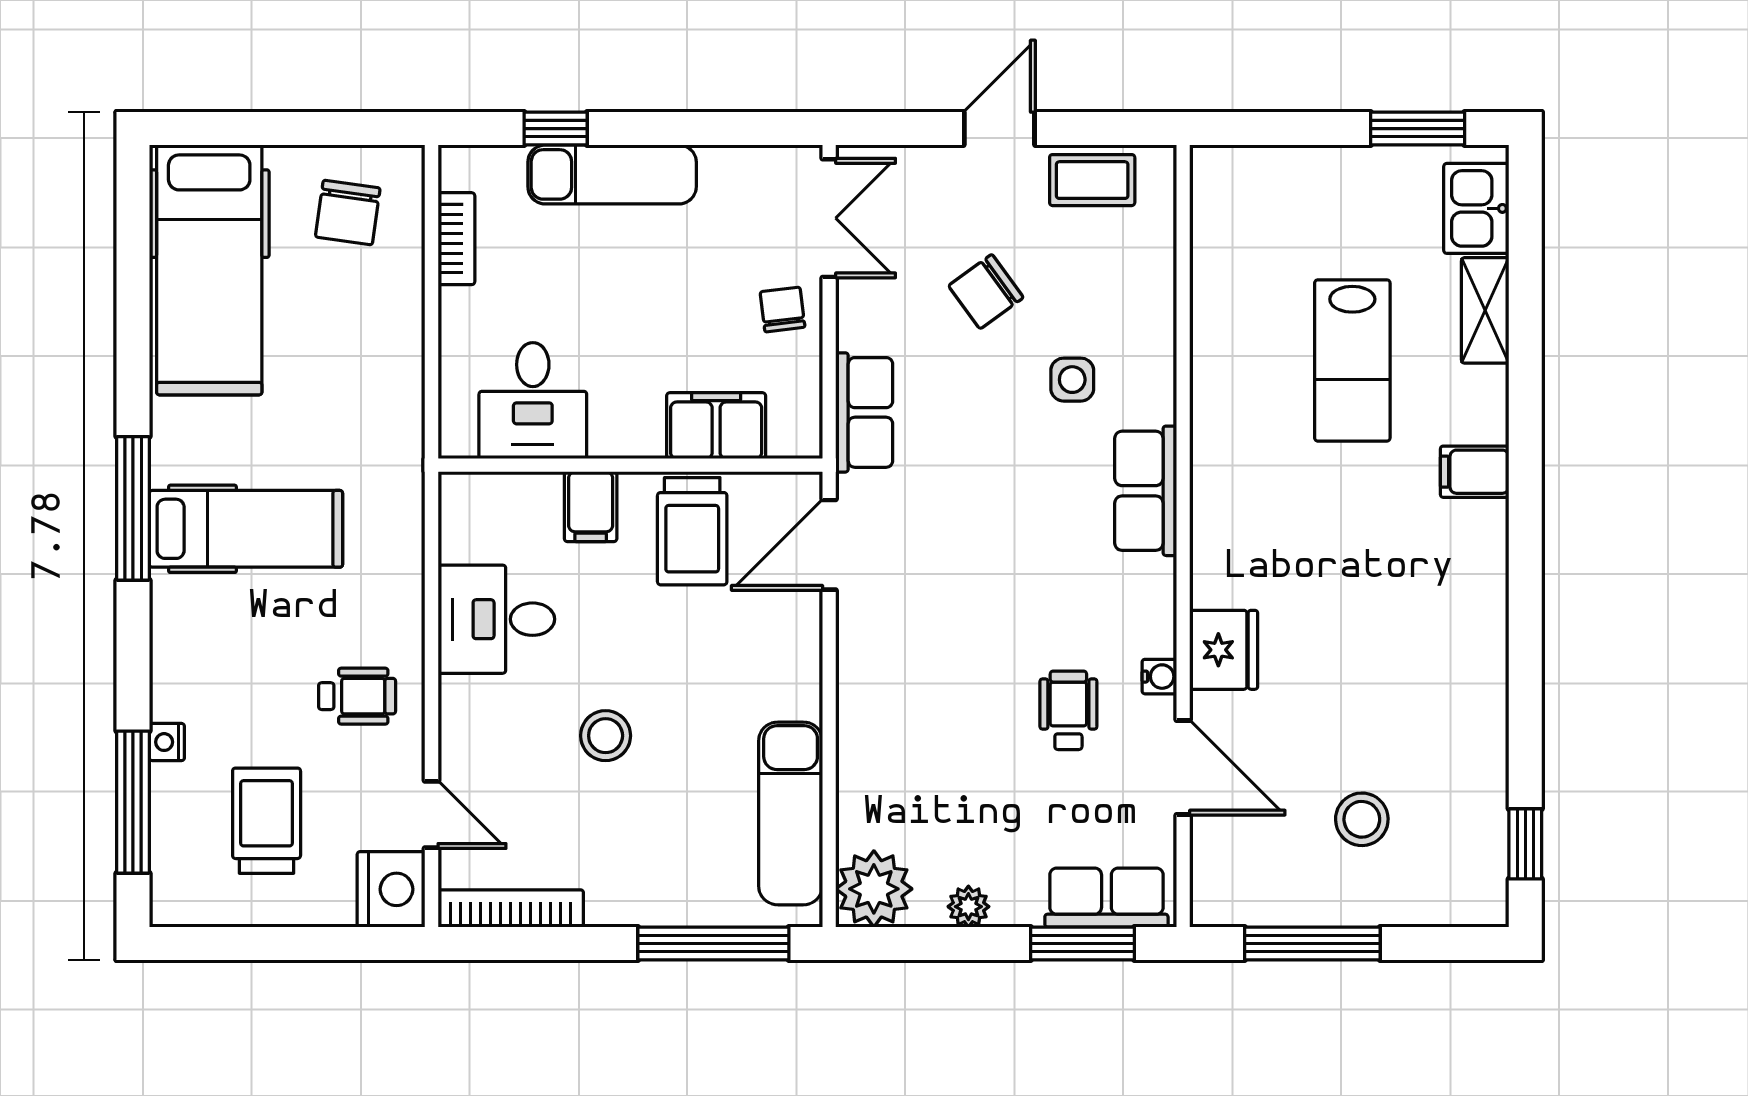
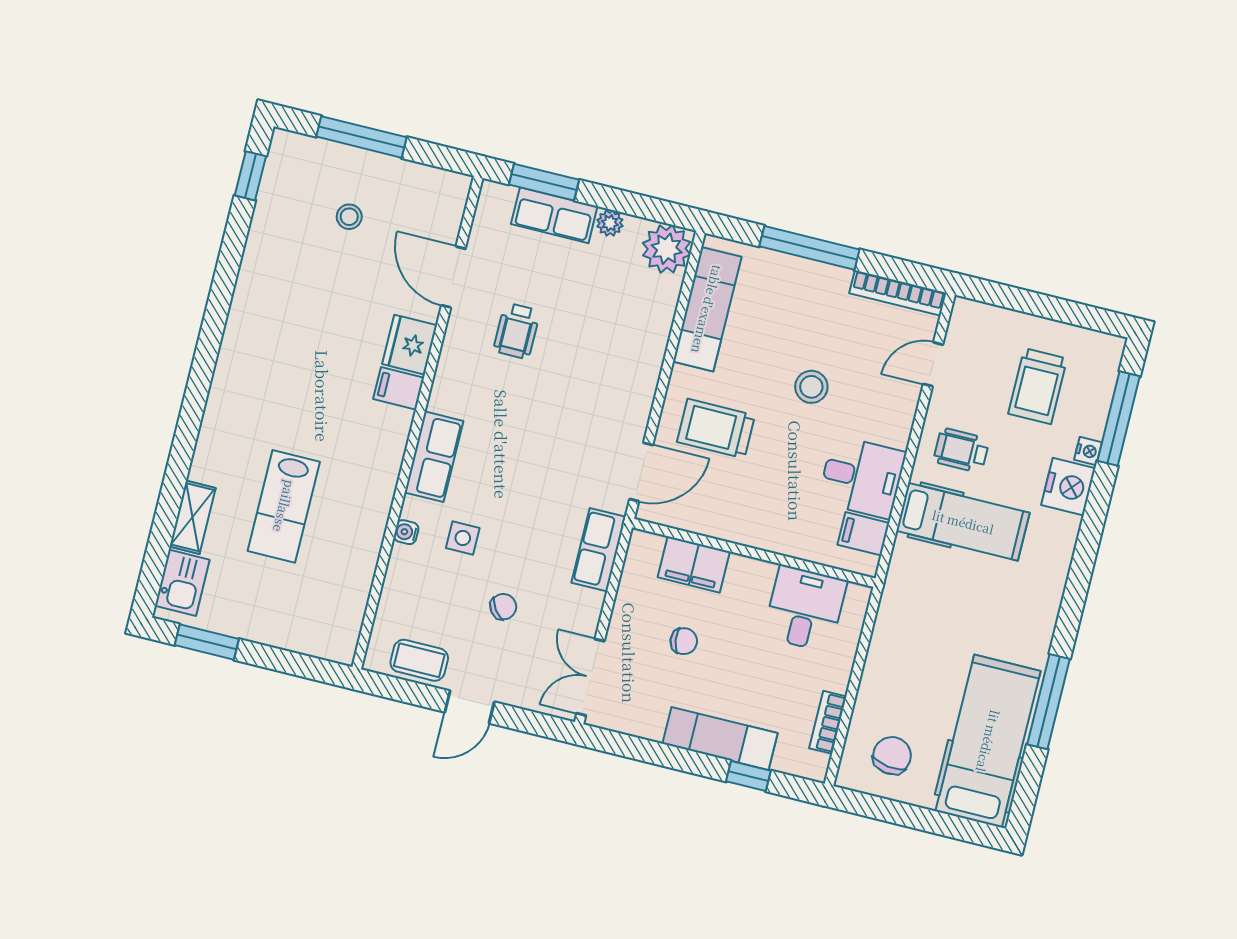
chair: (986, 292) -> (503, 607), width x0.73, depth x0.73
chair: (782, 309) -> (684, 641), moved, turned -91
lab bench: (1352, 360) -> (284, 506), turned 180
filing cabinet: (1475, 472) -> (399, 388), moved, turned 180
filing cabinet: (591, 507) -> (863, 534), moved, turned -90
window: (133, 508) -> (1049, 702), moved
hospital bed: (246, 529) -> (963, 522), moved, turned 180
trolley: (692, 531) -> (716, 429), moved, turned -90
water cooler: (1159, 677) -> (406, 532), moved
door: (431, 815) -> (933, 364), hinge flipped
stool: (1362, 819) -> (349, 217), width x0.73, depth x0.73
nightstand: (391, 889) -> (1068, 487), moved, turned 180
row of seats: (1106, 898) -> (554, 215), moved
window: (713, 943) -> (809, 248), moved
window: (1312, 943) -> (361, 137), moved

